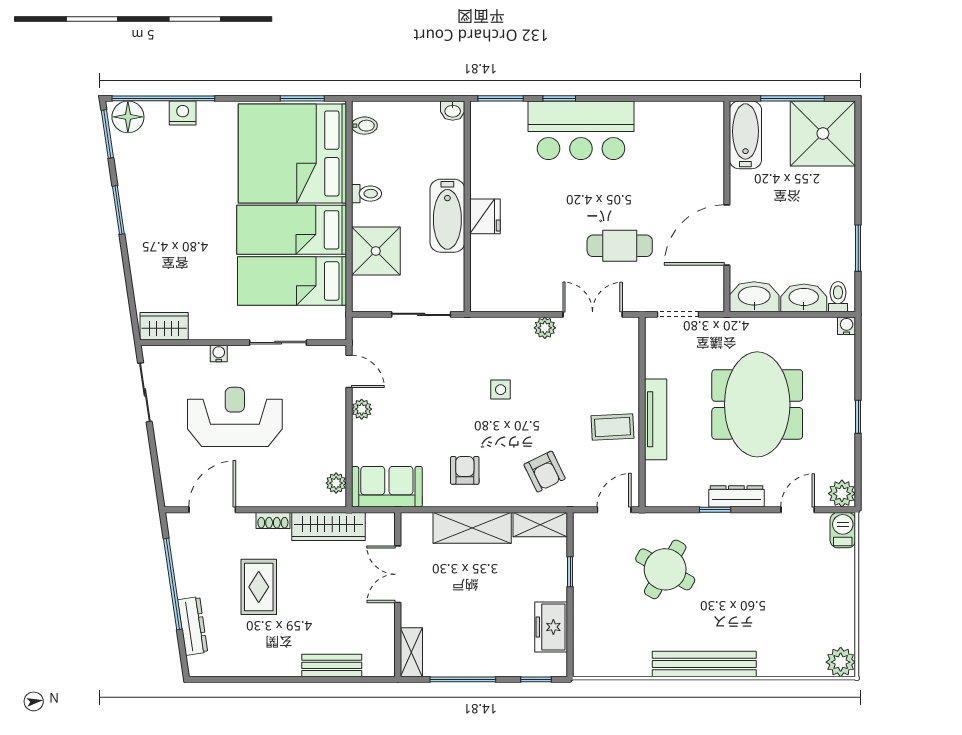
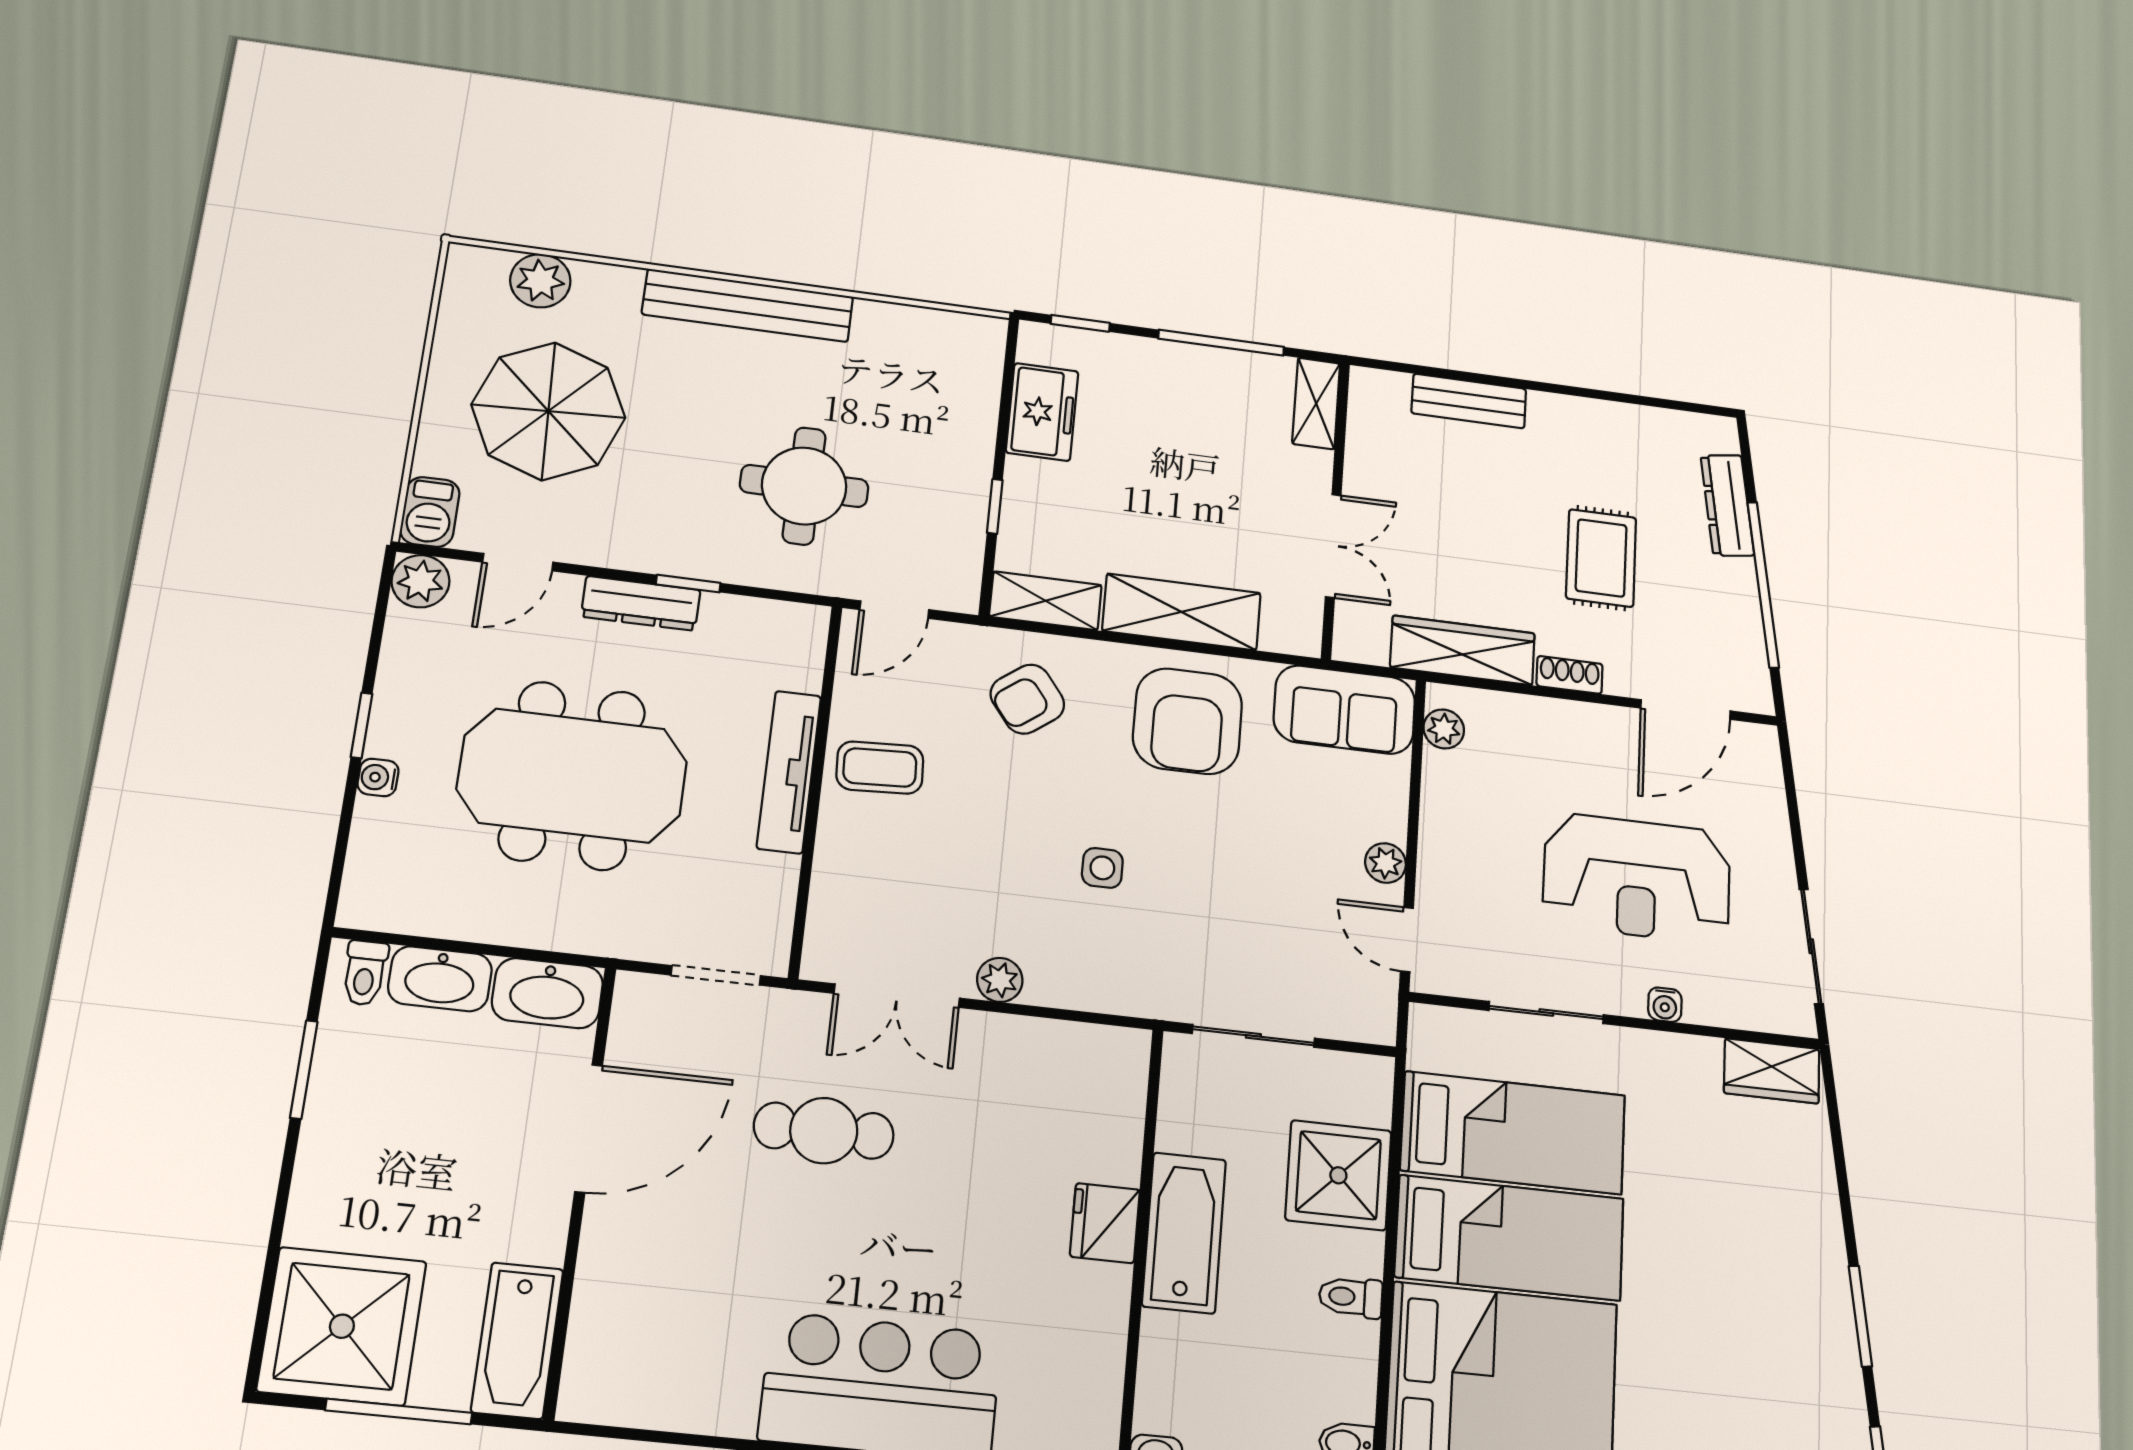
water cooler: (847, 326) -> (378, 777), moved, turned 90
meeting table: (757, 404) -> (572, 775), turned 90
armchair: (465, 470) -> (1188, 721), width x1.88, depth x1.88
armchair: (545, 472) -> (1027, 699), turned -101
round table: (665, 569) -> (804, 486), turned -30
parasol: (794, 592) -> (548, 411), added
plant: (841, 662) -> (540, 281), moved

